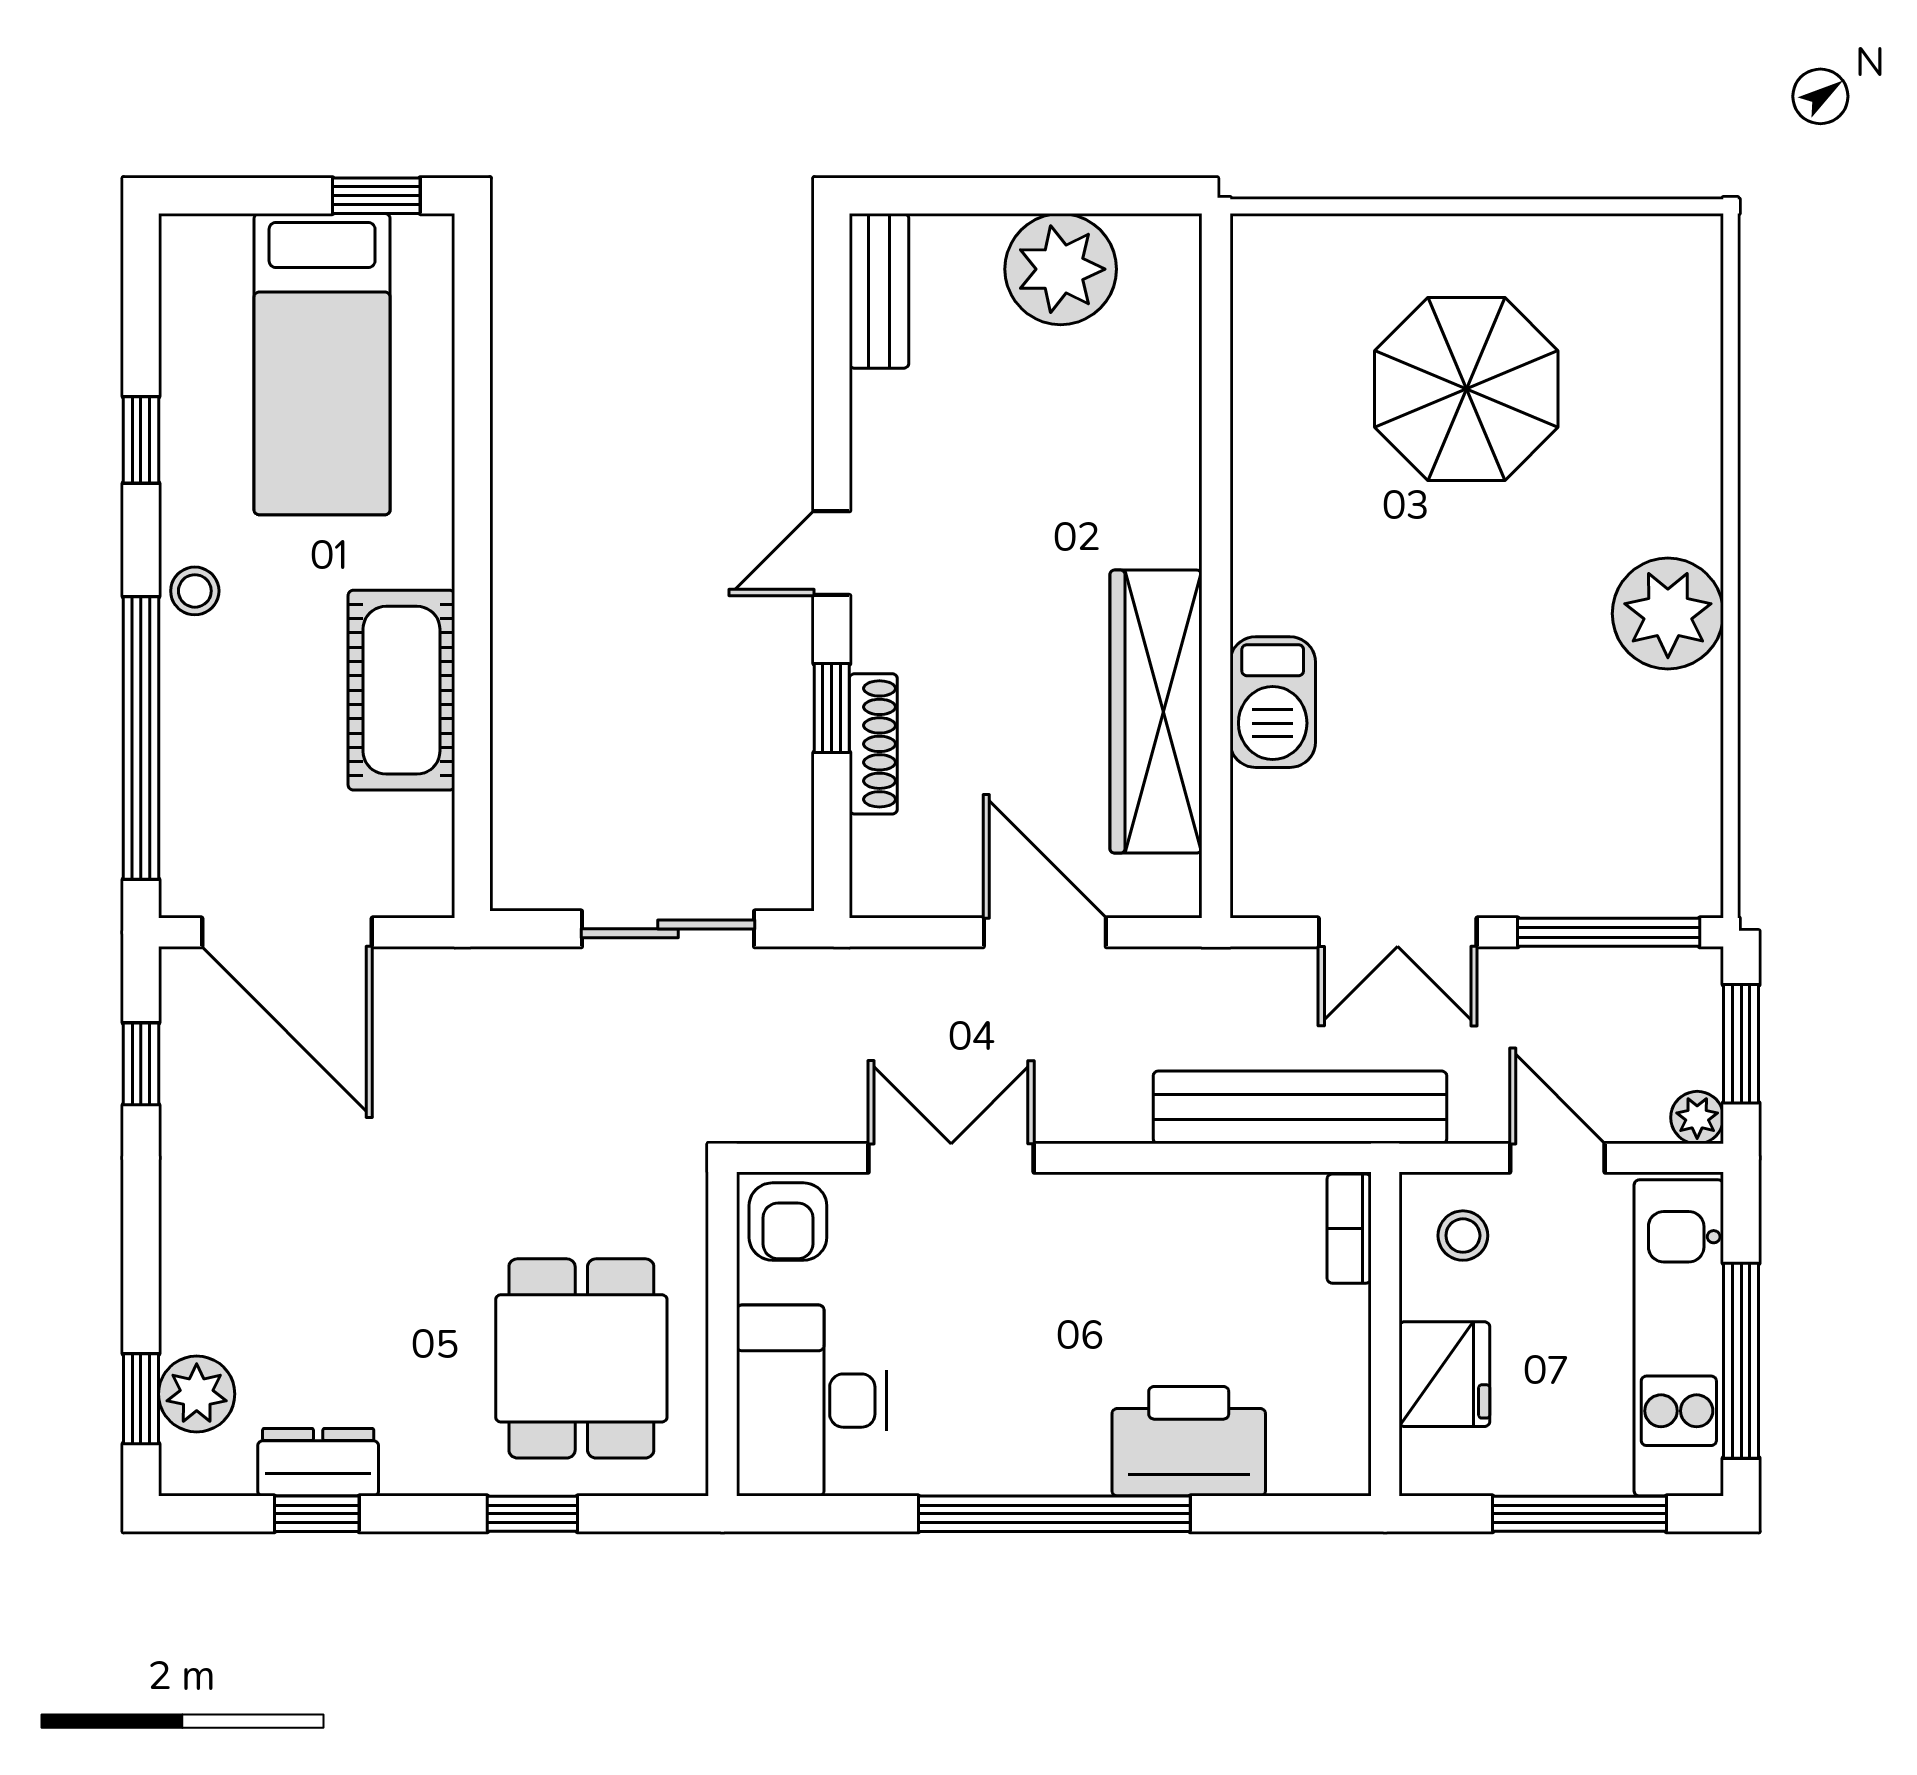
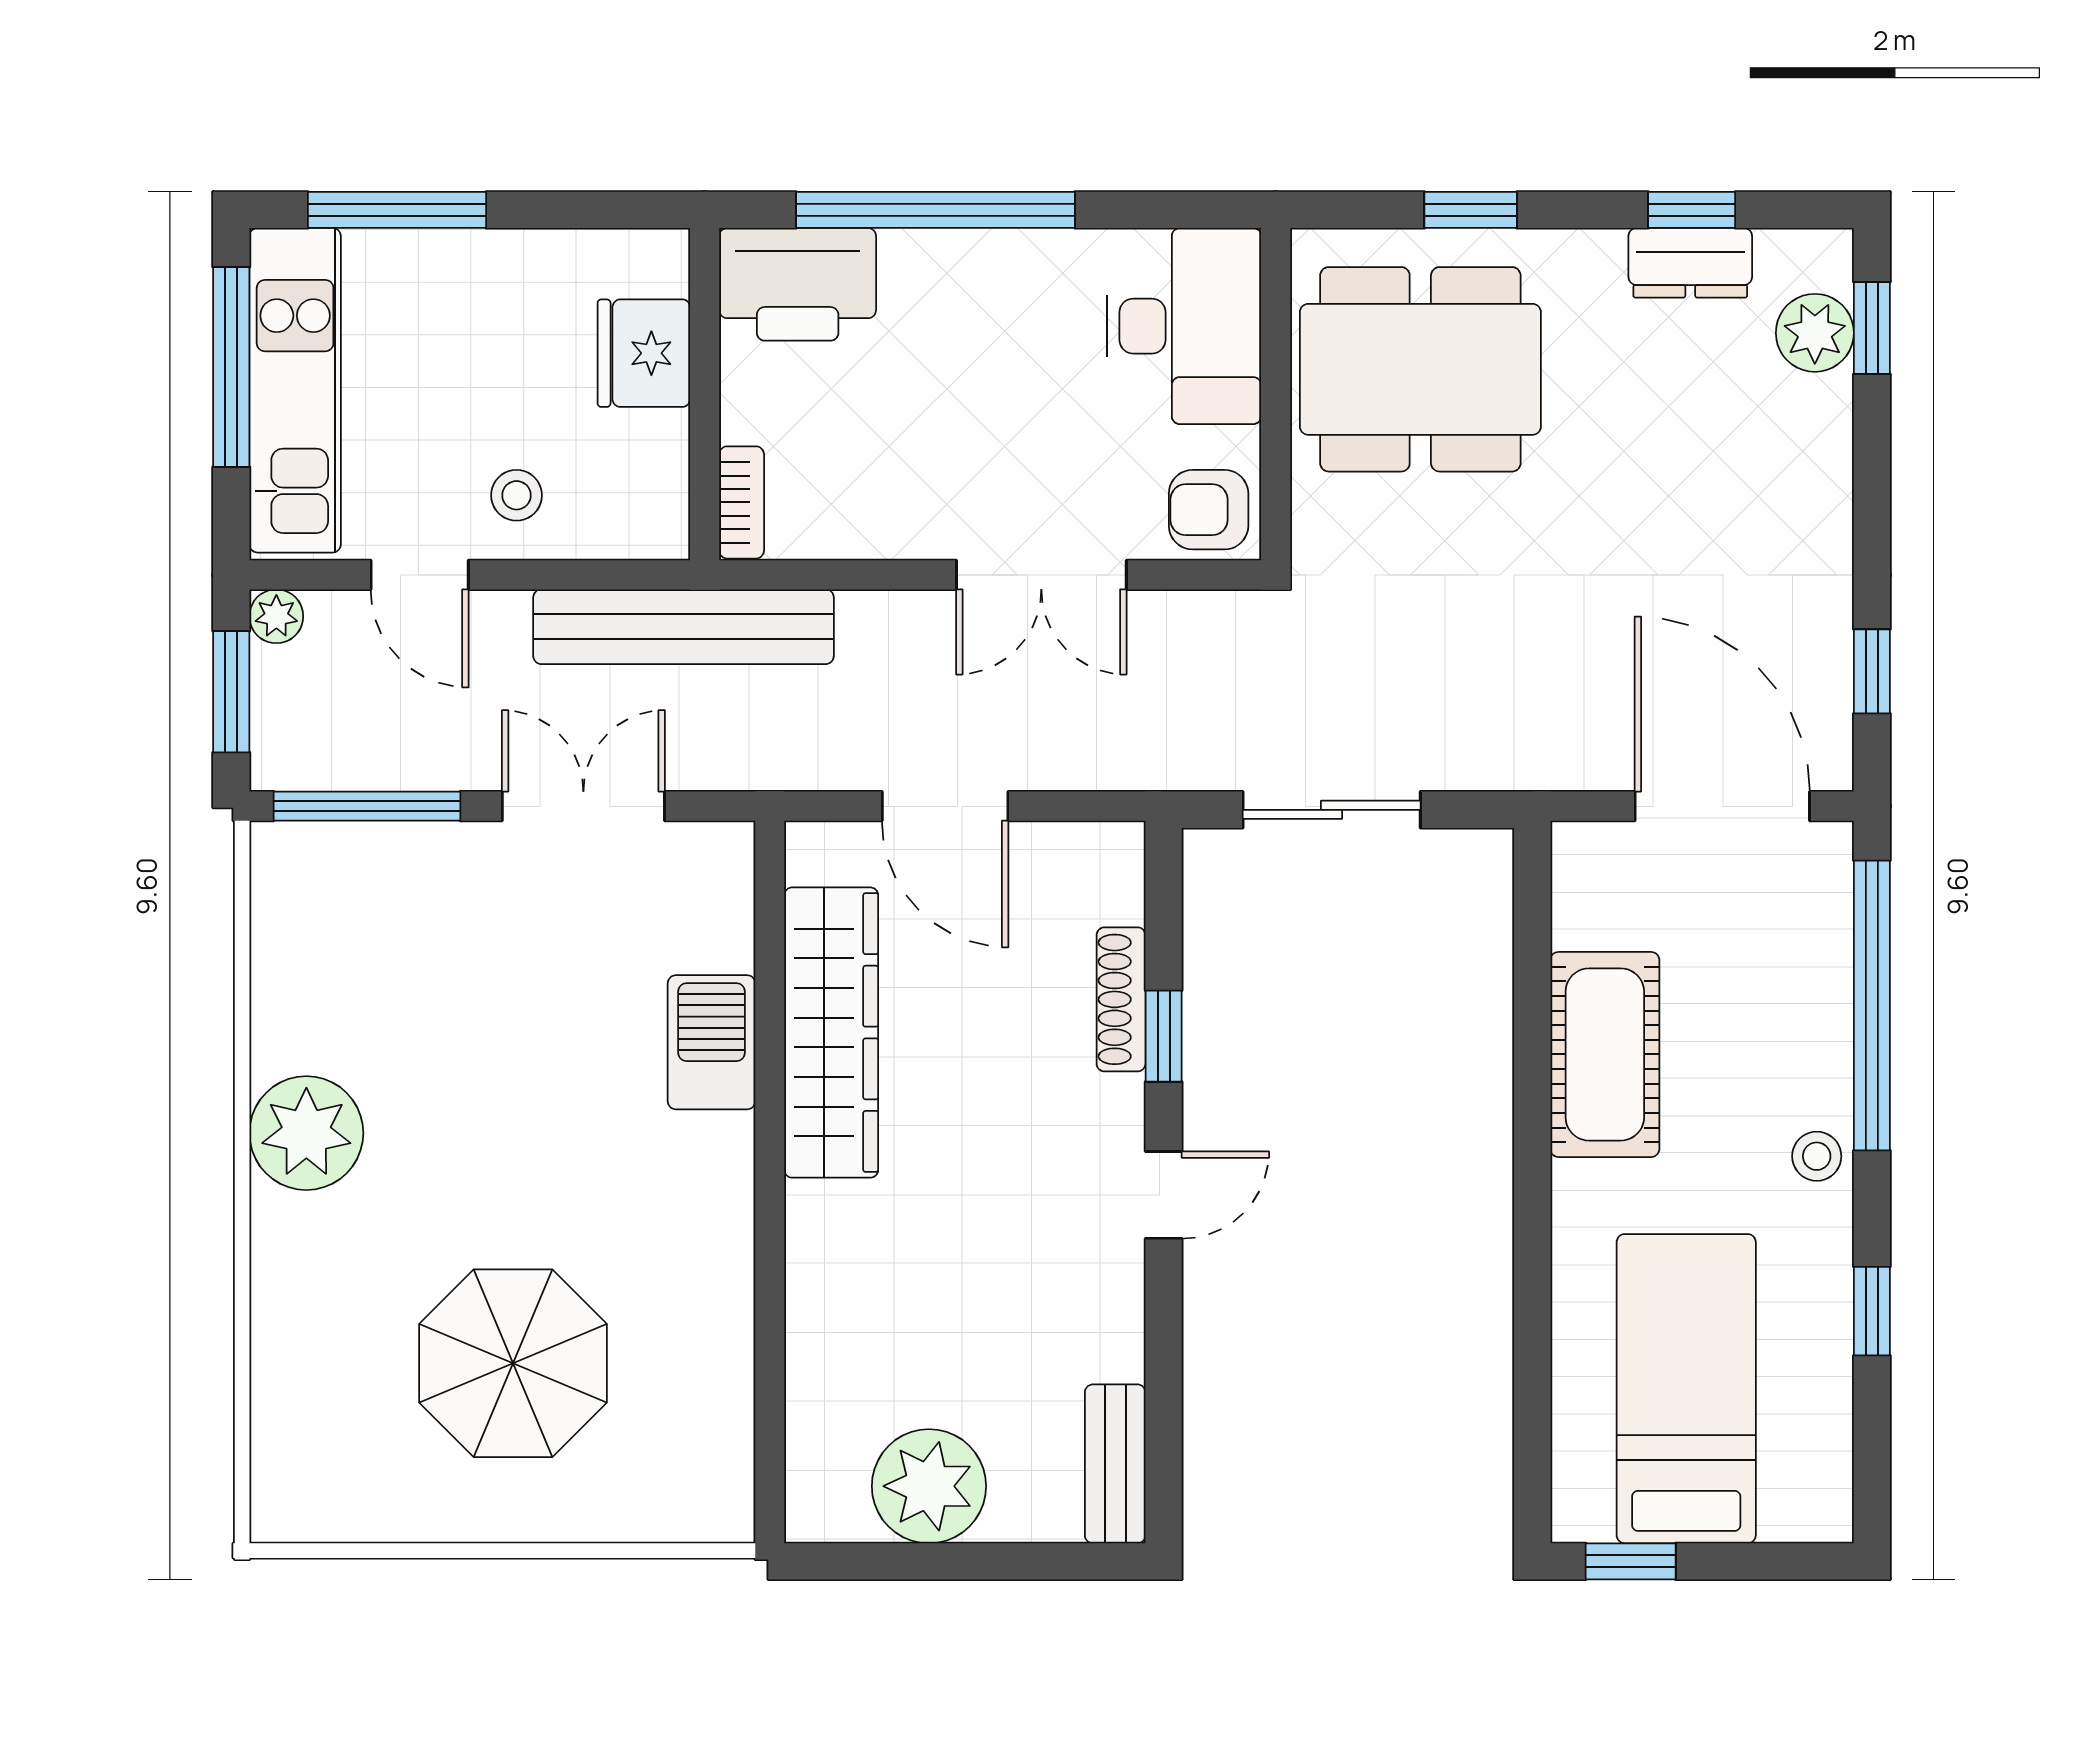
armchair: (788, 1222) -> (1209, 510), turned -90
bookcase: (1349, 1229) -> (742, 502), moved
wall: (1385, 1334) -> (705, 394), moved
dining table: (581, 1358) -> (1420, 369), width x1.38
fridge: (1444, 1374) -> (644, 353), moved

